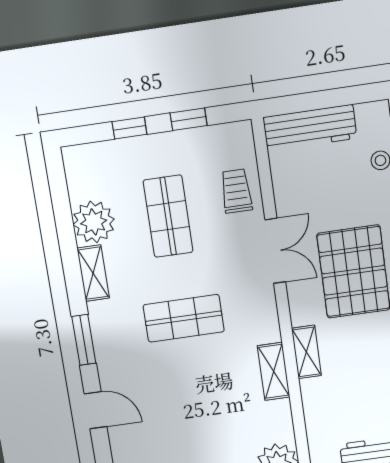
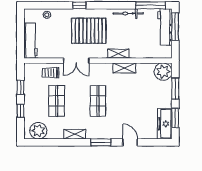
shop shelf: (168, 216) -> (57, 101), turned 90
plant: (94, 222) -> (38, 131), moved
double door: (275, 251) -> (76, 61), swing flipped
door: (95, 410) -> (130, 142), hinge flipped

